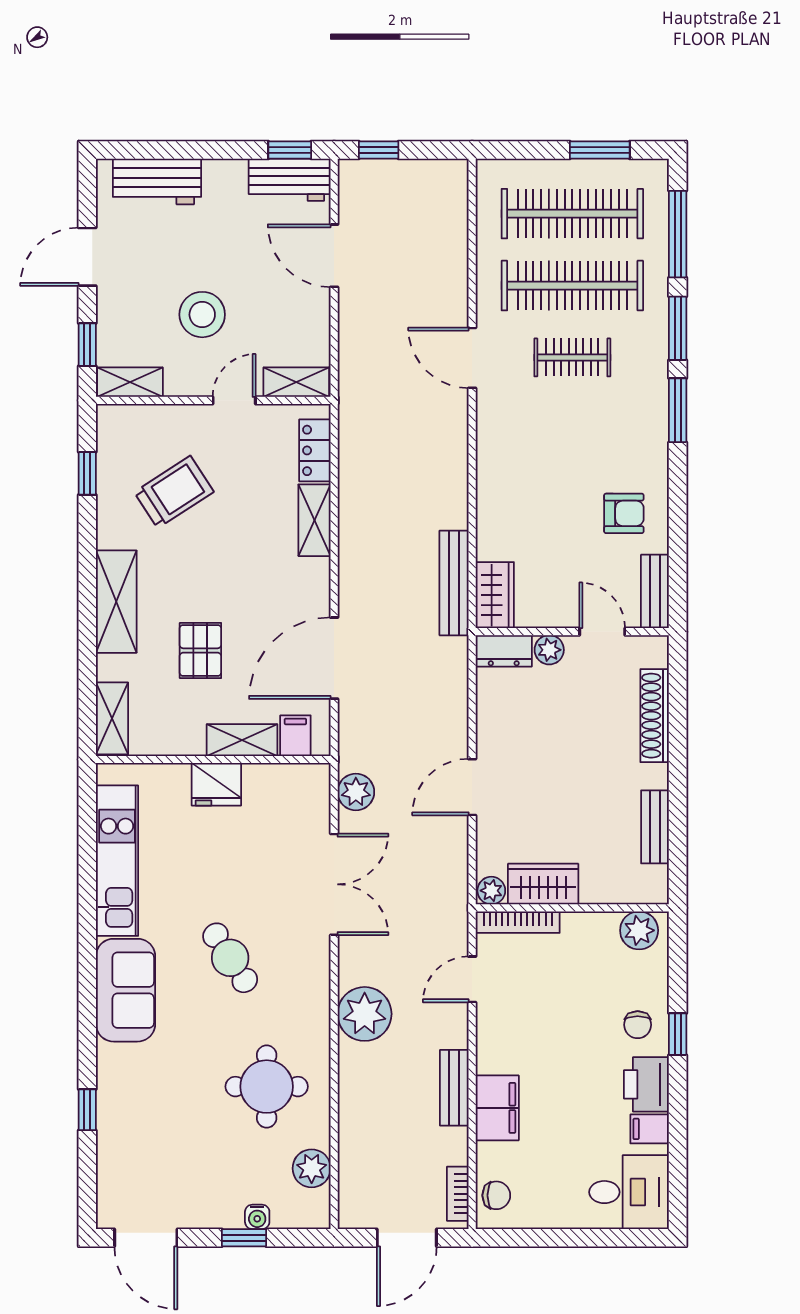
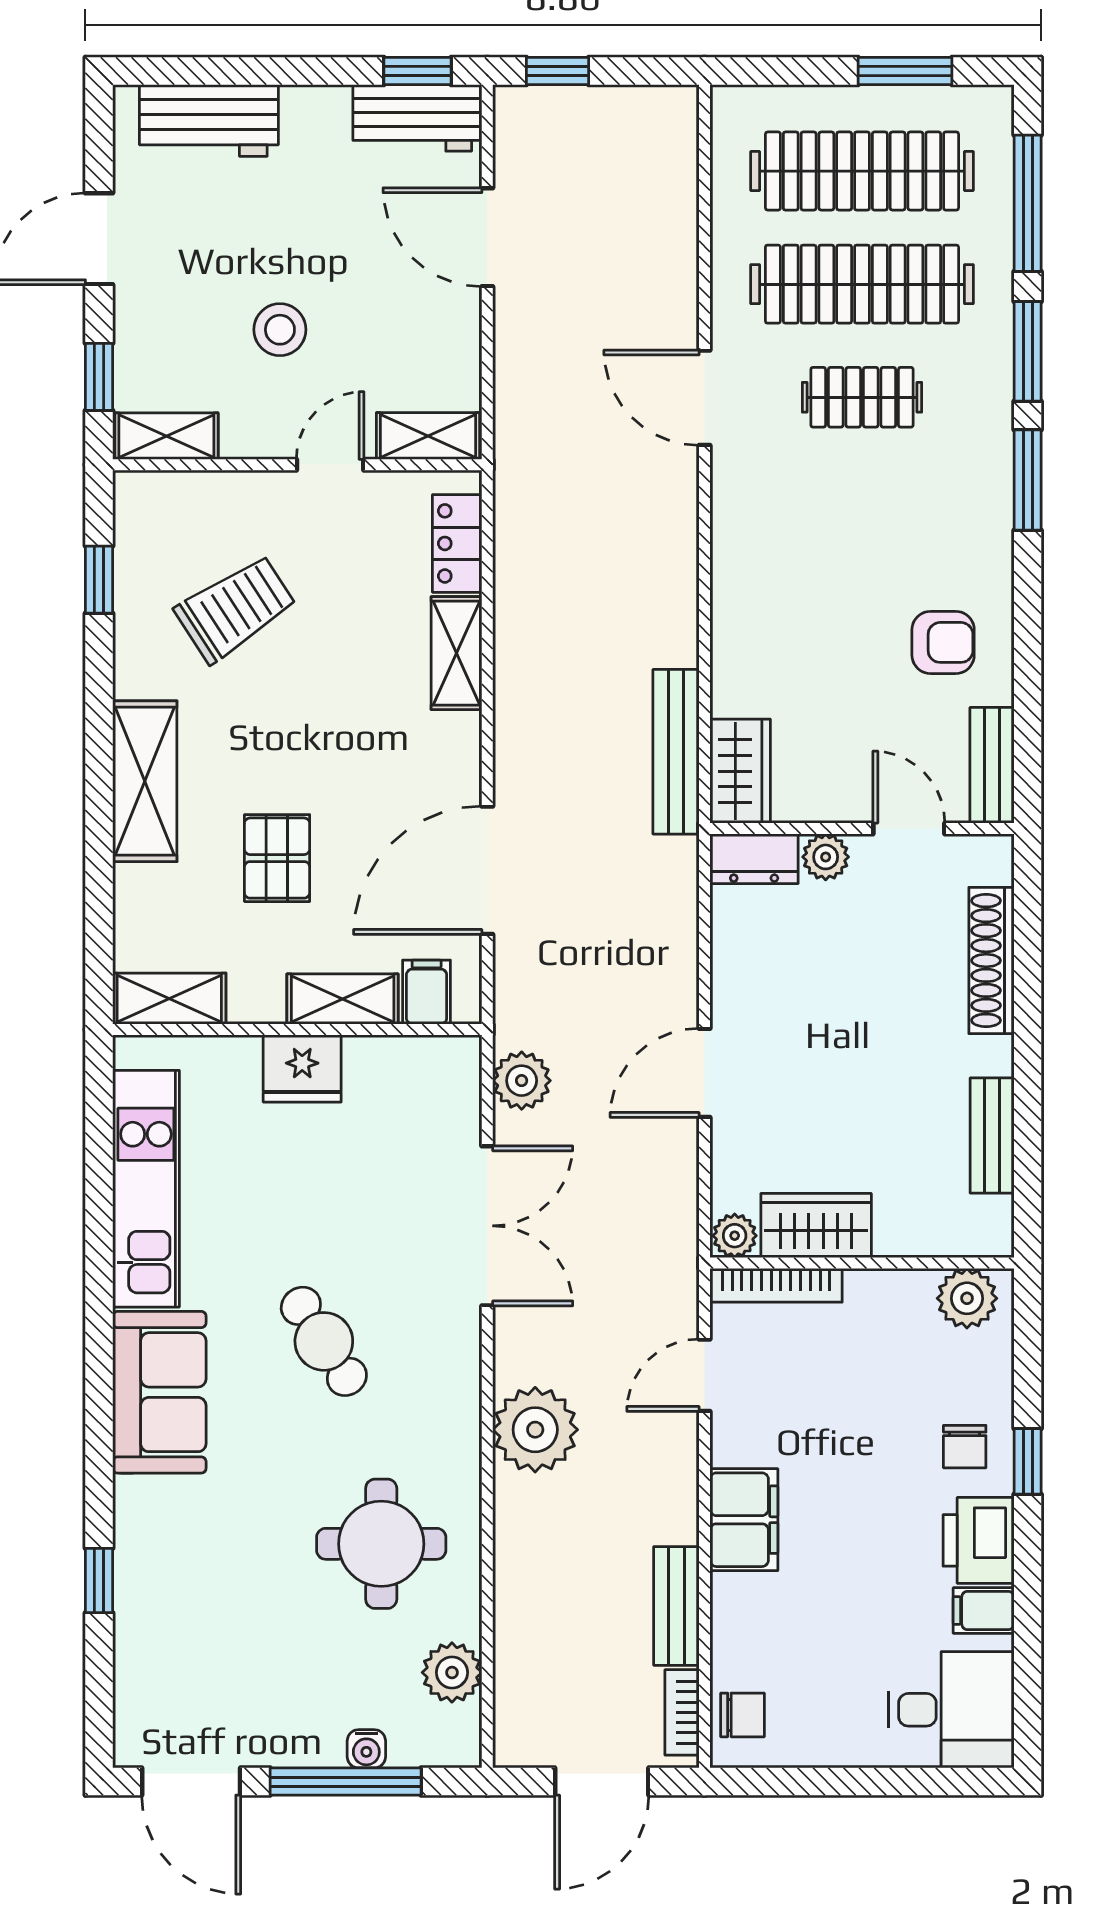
stool: (202, 315) -> (280, 330), width x0.73, depth x0.73
shelving: (112, 718) -> (169, 999), moved, turned 90
bench: (454, 1088) -> (676, 1606), moved
filing cabinet: (497, 1108) -> (744, 1520), moved
window: (244, 1238) -> (346, 1782), width x2.17

